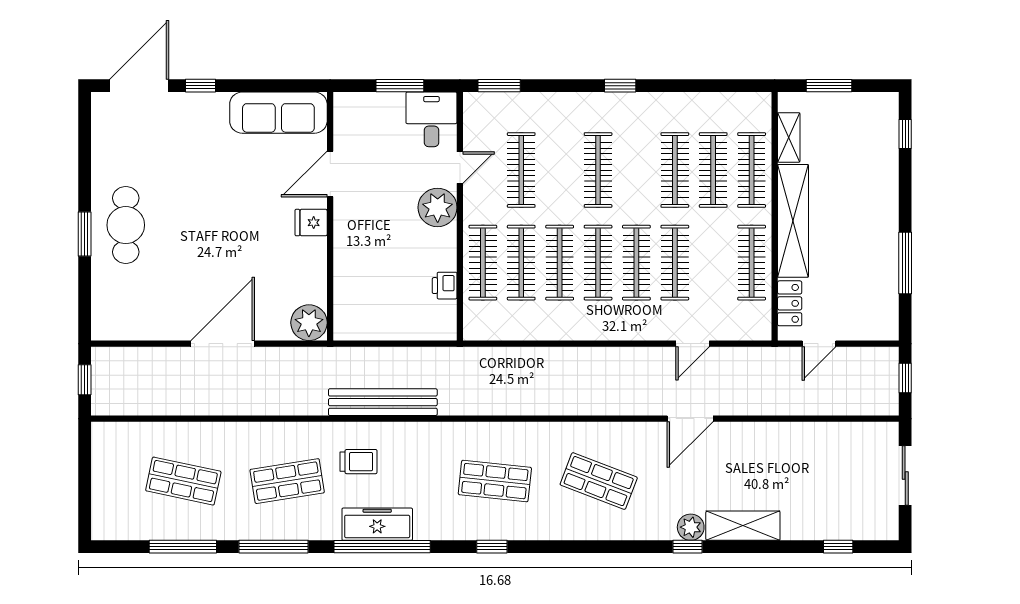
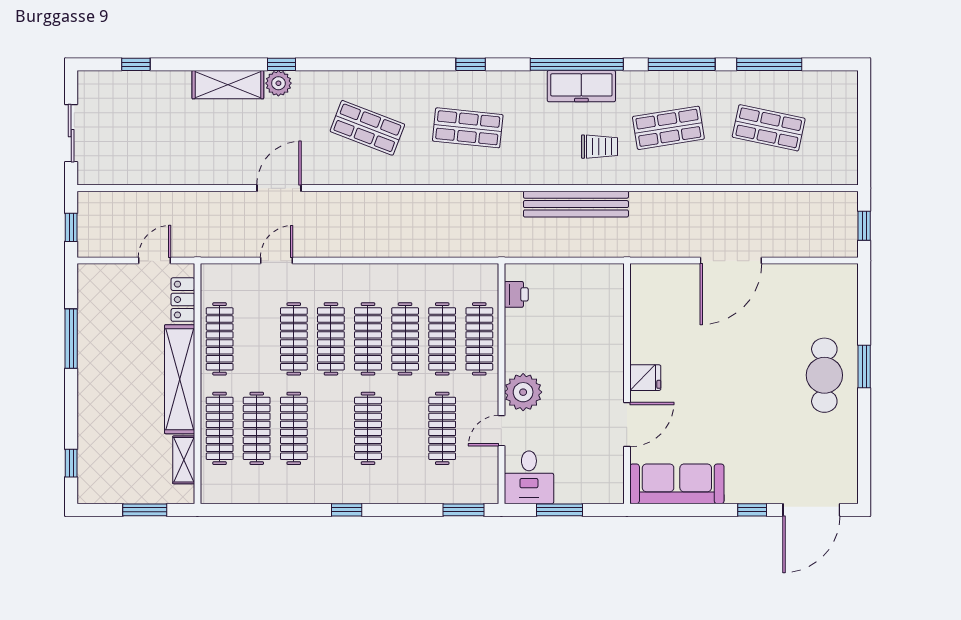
printer: (445, 286) -> (516, 294), moved
plant: (309, 323) -> (647, 281), removed
trolley: (358, 462) -> (599, 147), turned 180

